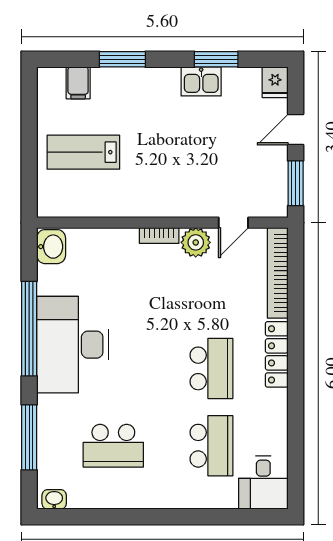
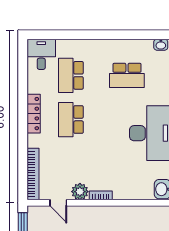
door: (233, 223) -> (58, 203), swing flipped
locker: (277, 354) -> (34, 114), moved
school desk: (113, 446) -> (127, 75), turned 180

